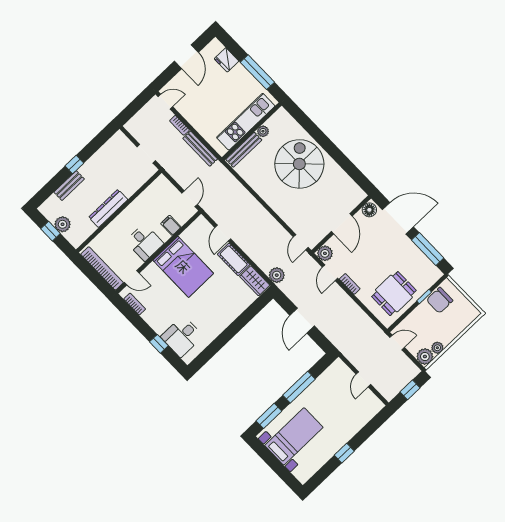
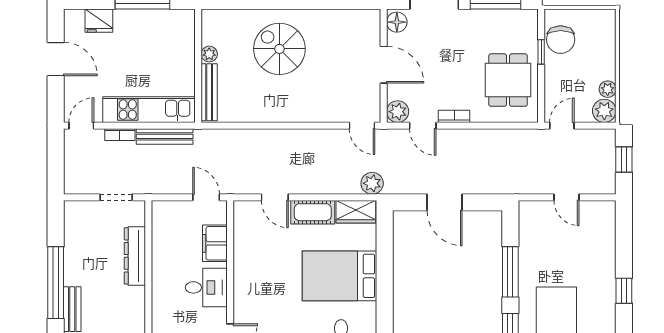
kitchen unit: (246, 122) -> (149, 110), moved, turned 90
window: (74, 164) -> (56, 283), width x3.17
spiral stairs: (299, 164) -> (279, 49), width x0.73, depth x0.73
dresser: (108, 208) -> (135, 256), moved
filing cabinet: (171, 225) -> (215, 243), width x2.00
bed: (183, 267) -> (340, 276), moved, turned 180

